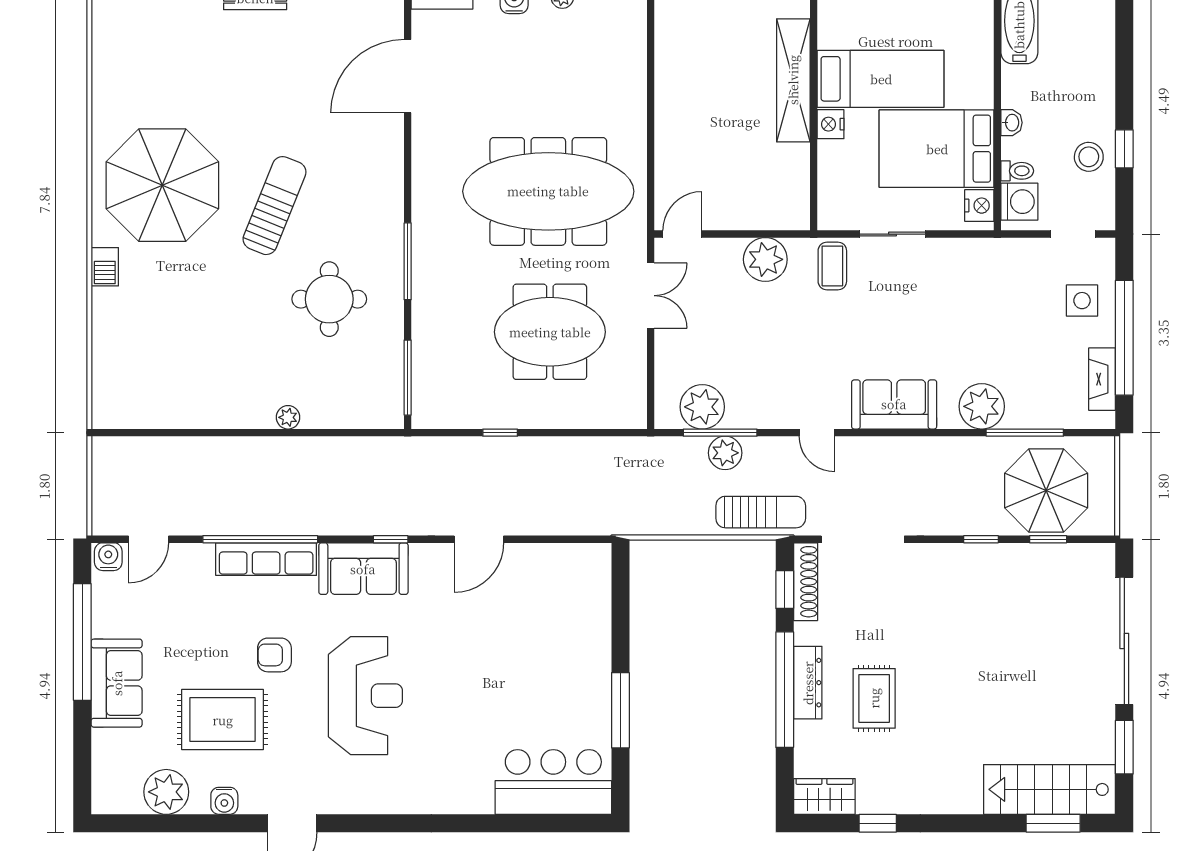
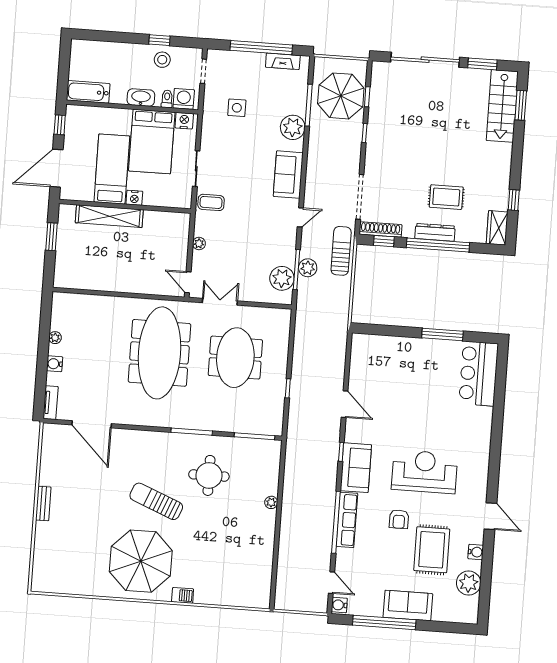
washbasin: (1012, 123) -> (141, 97), width x1.91, depth x1.45
plant: (765, 259) -> (199, 244), width x0.53, depth x0.53
side table: (1082, 301) -> (237, 108), moved

